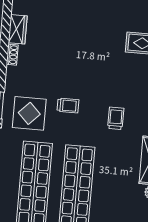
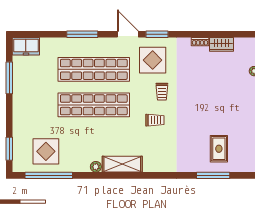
trolley: (116, 118) -> (155, 120), moved

